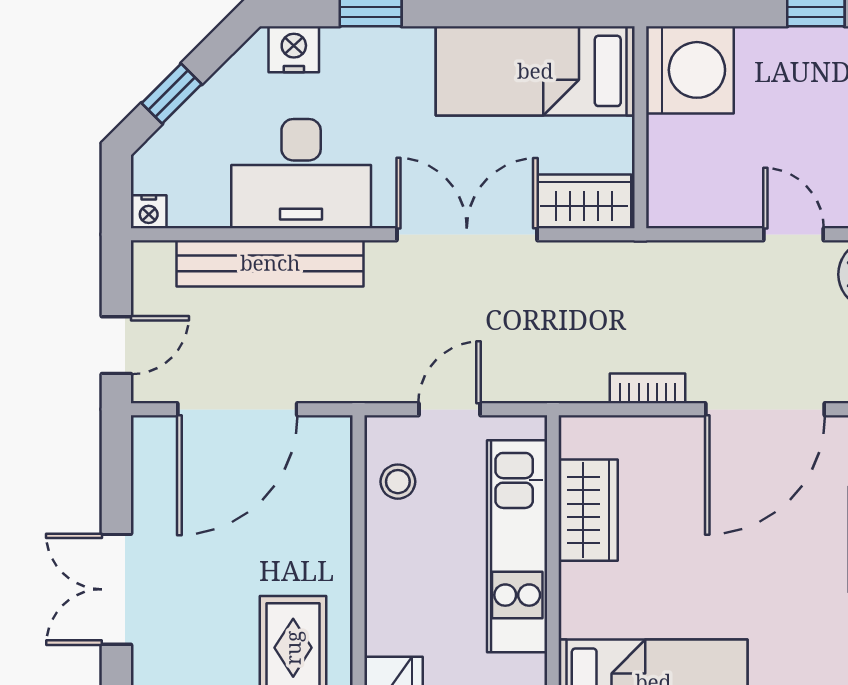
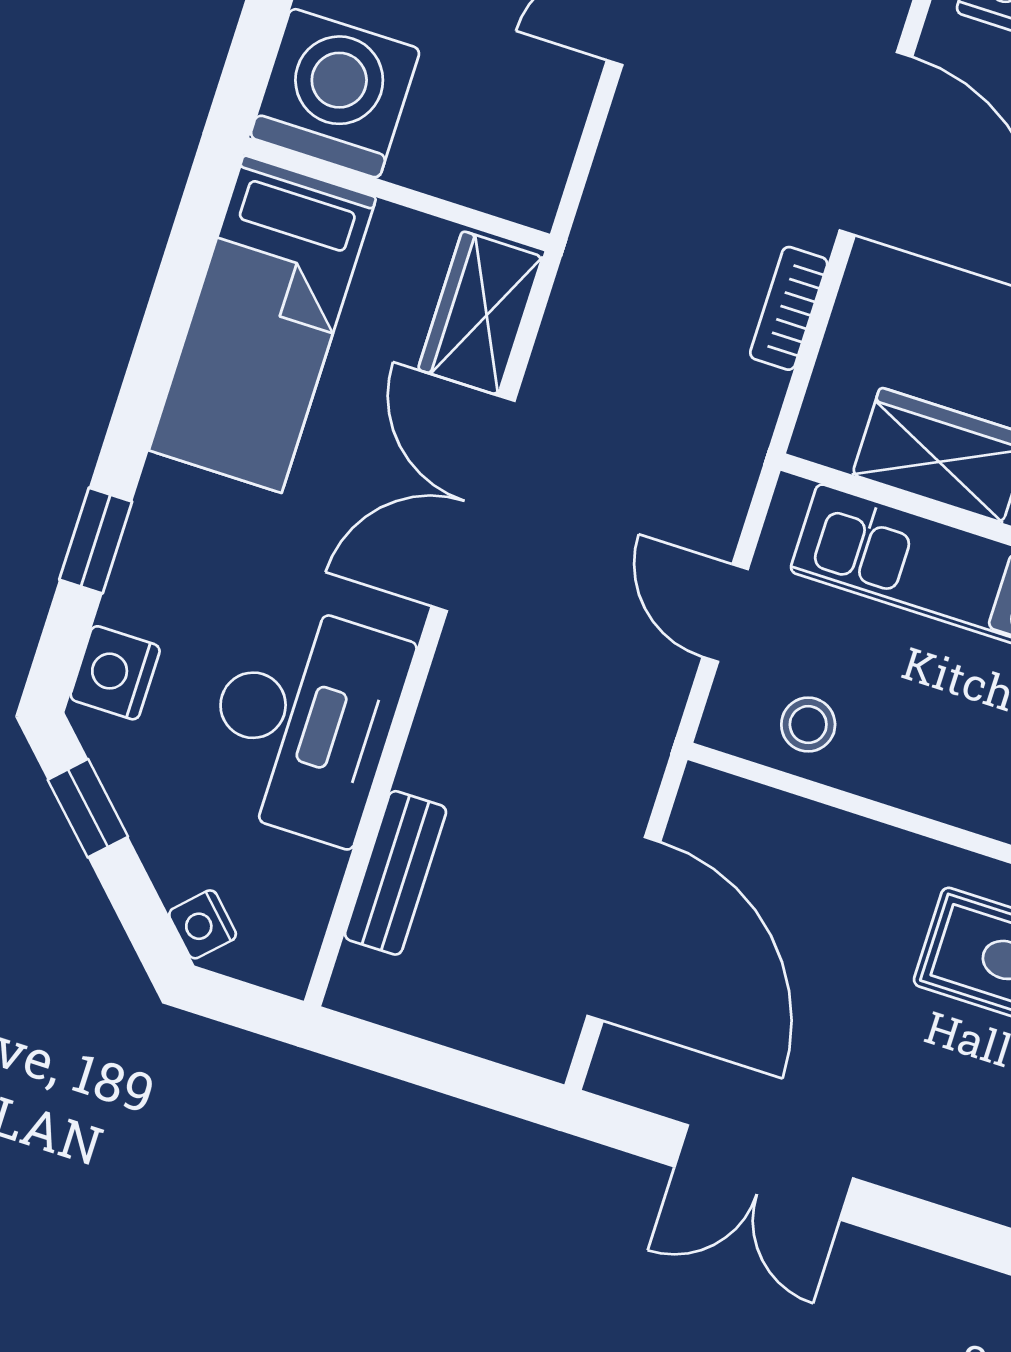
window: (172, 94) -> (88, 808), moved
nightstand: (149, 212) -> (203, 924), moved, turned 135
bench: (270, 263) -> (395, 873), width x0.54, depth x0.82
door: (116, 345) -> (471, 1078), removed
double door: (116, 589) -> (764, 1172), moved

